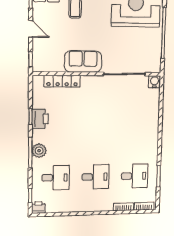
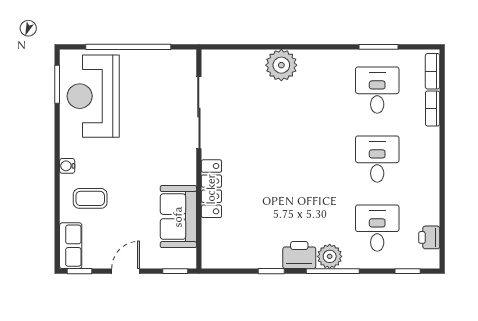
sofa: (83, 62) -> (178, 217), moved
locker: (62, 81) -> (211, 189), moved
water cooler: (155, 82) -> (212, 60), removed
printer: (40, 119) -> (299, 255), moved
plant: (150, 122) -> (281, 65), added
printer: (38, 208) -> (429, 237), moved

